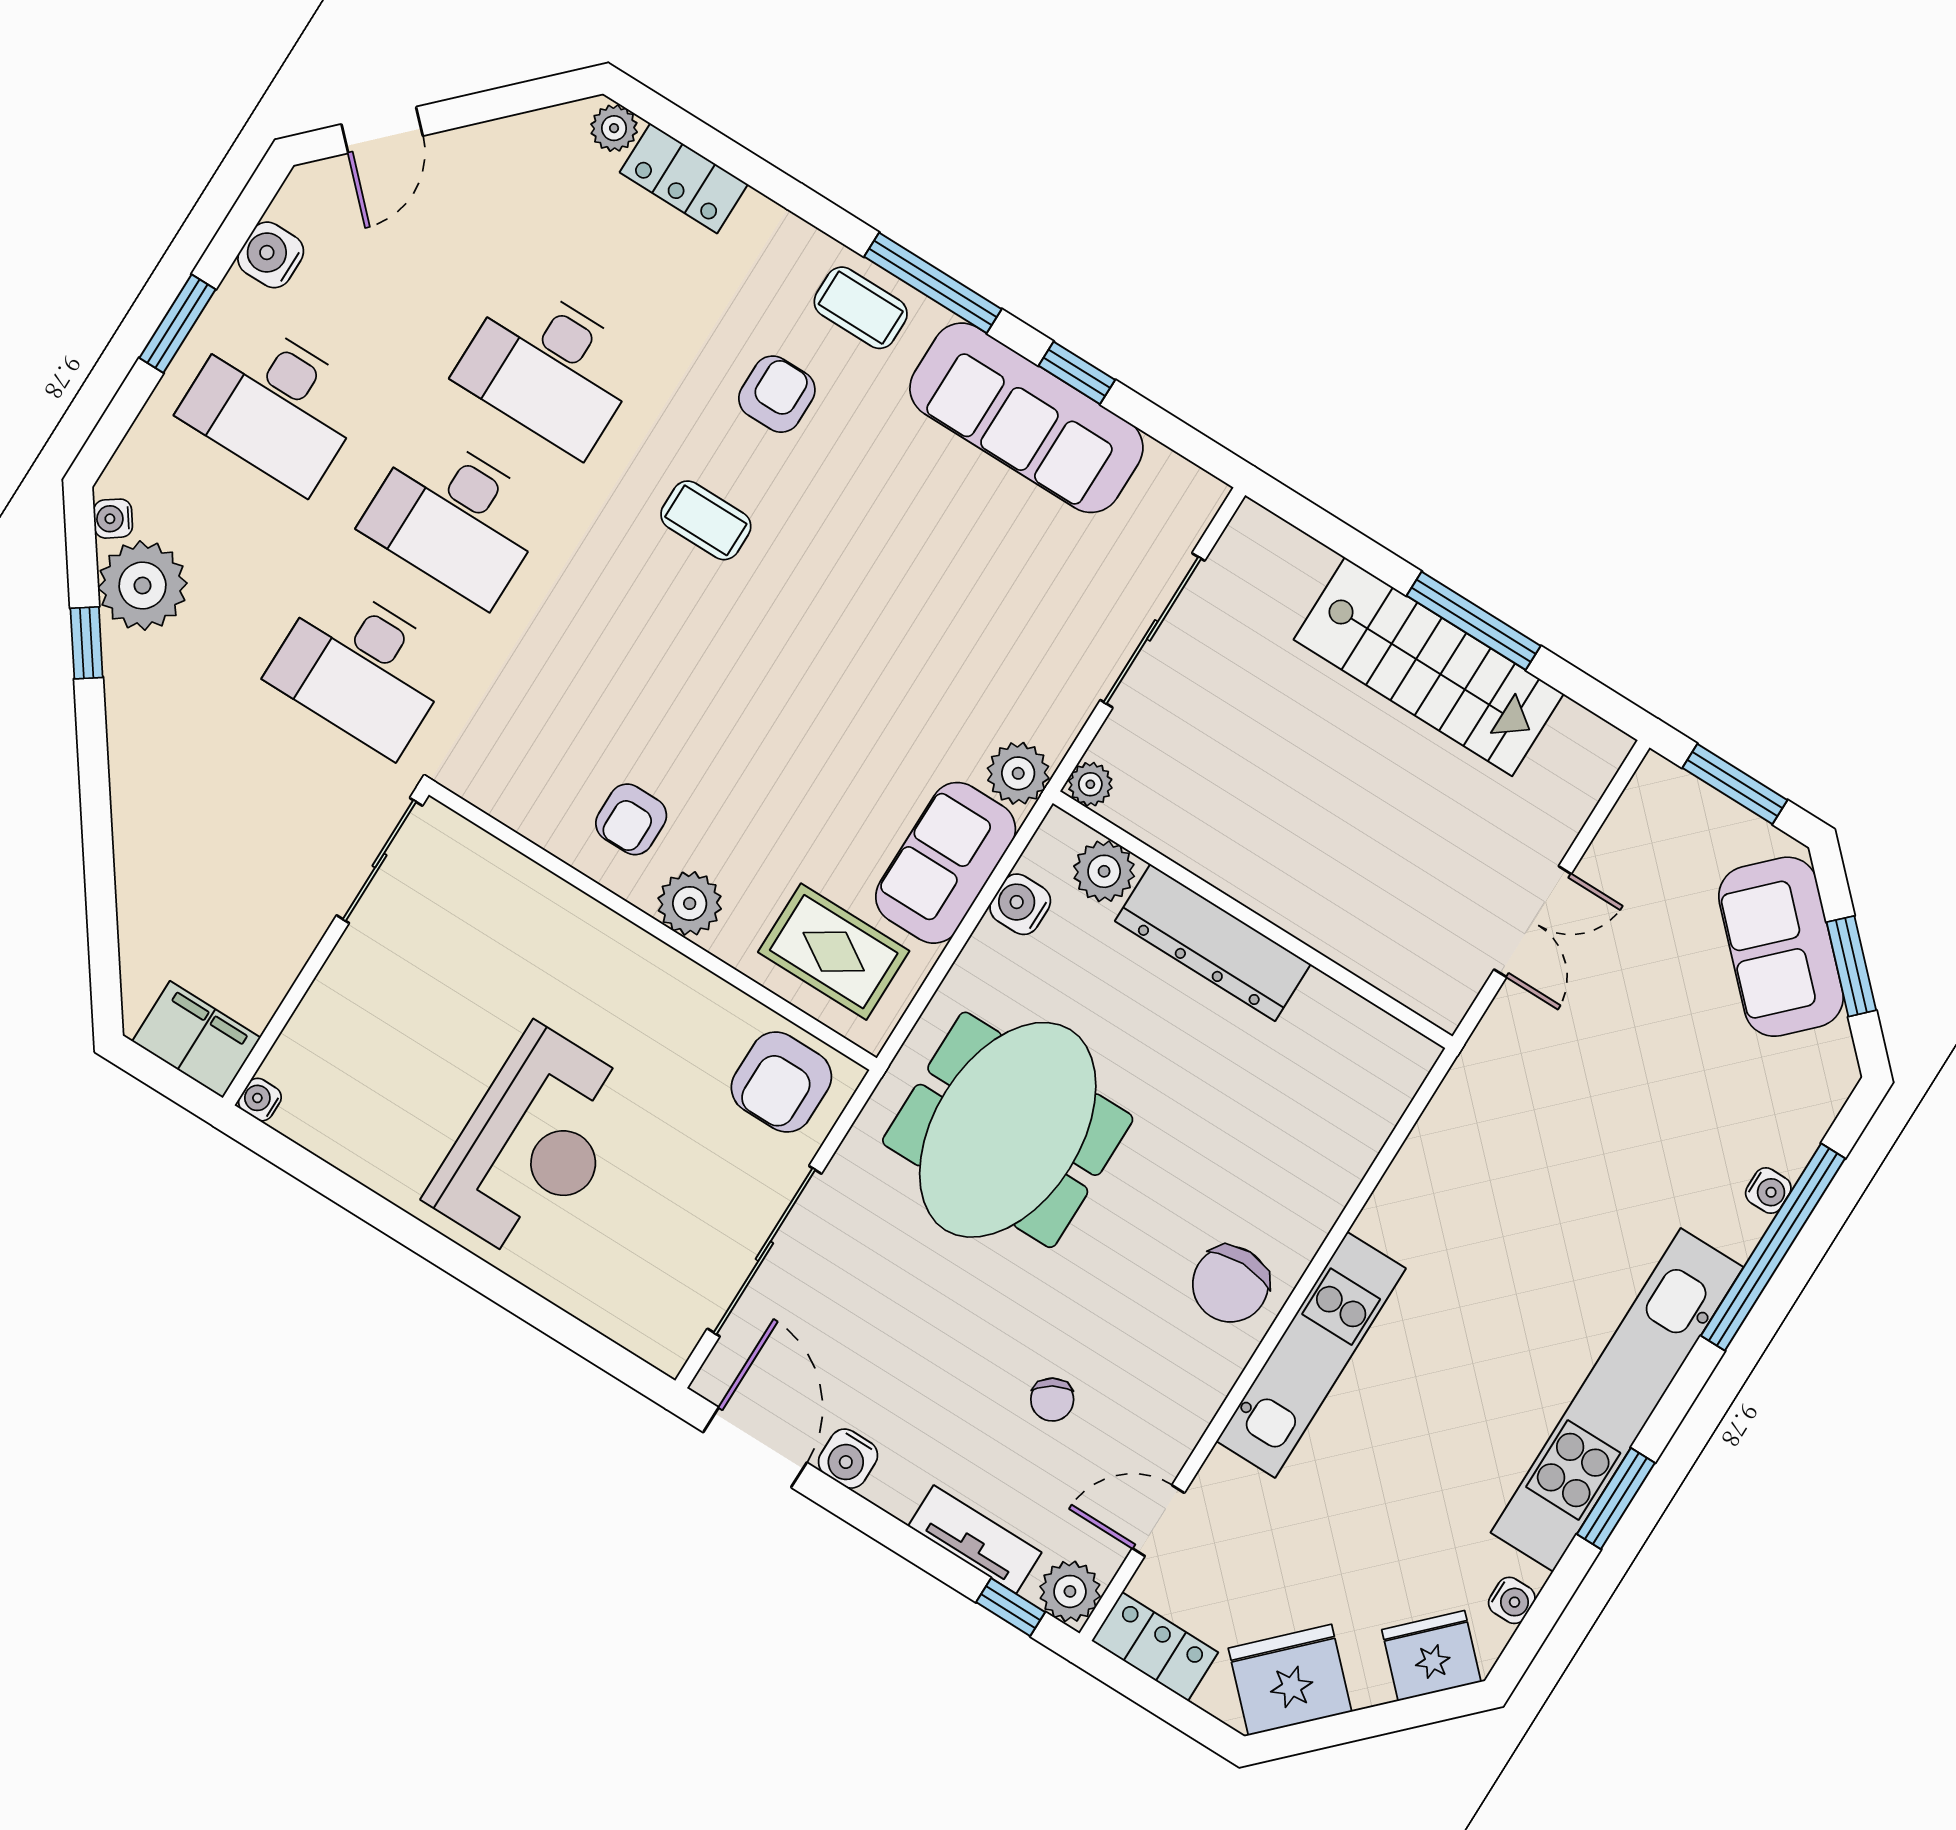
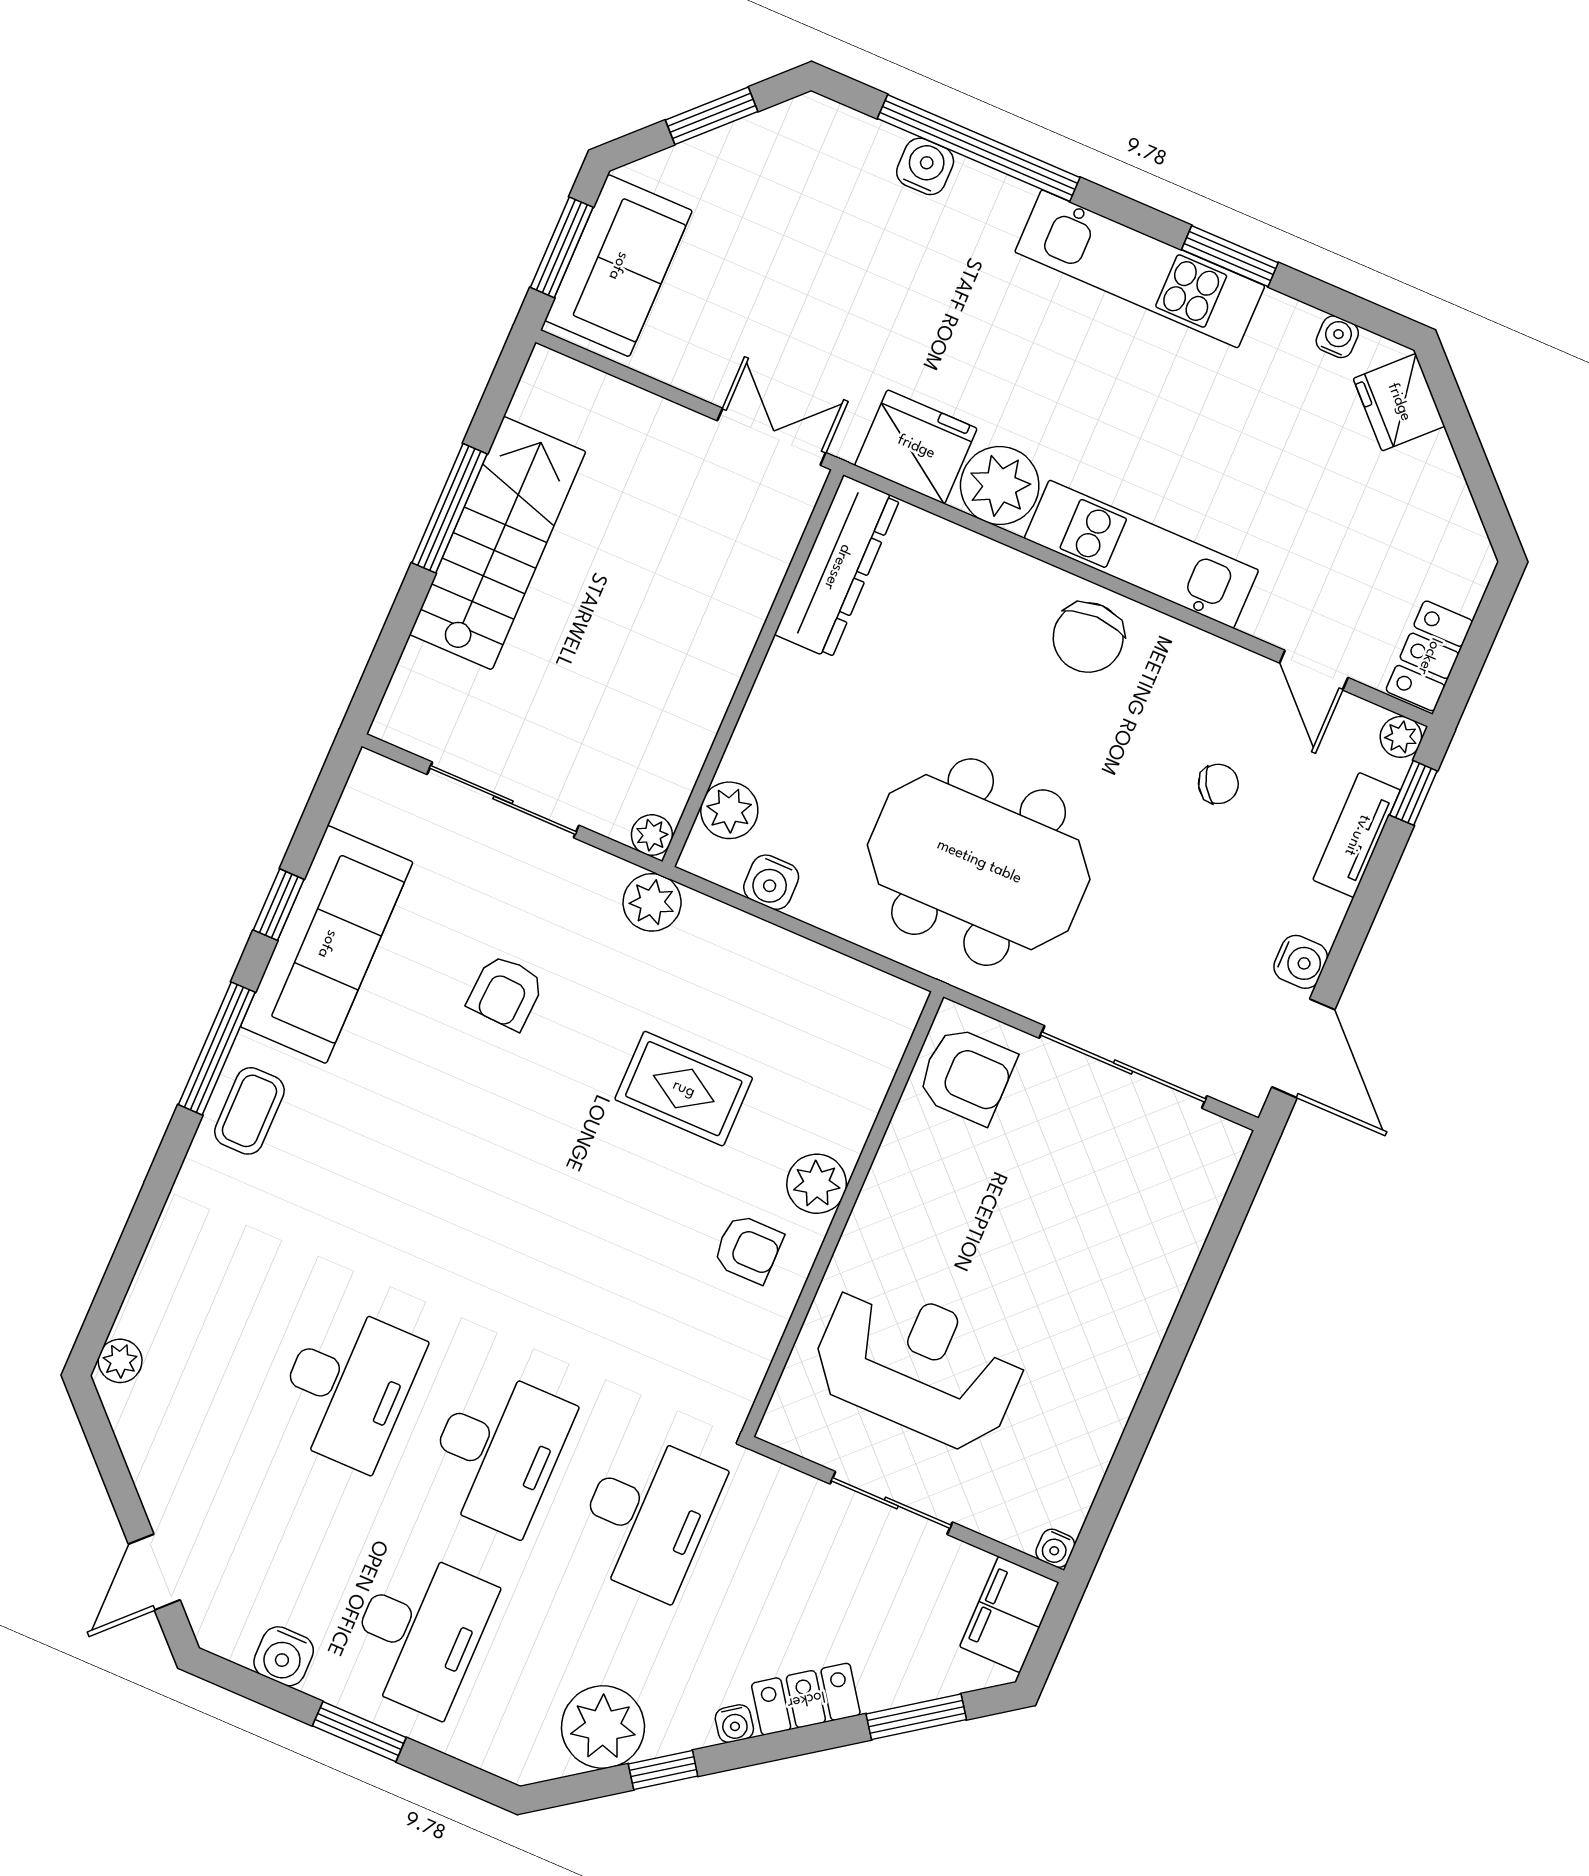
door: (382, 130) -> (154, 1572), swing flipped
locker: (684, 178) -> (806, 1699), moved, turned -125
armchair: (777, 394) -> (506, 992), moved, turned -87
water cooler: (113, 519) -> (734, 1724), moved
coffee table: (706, 520) -> (465, 1222), removed
sliding door: (379, 861) -> (891, 1503), moved
sofa: (946, 863) -> (744, 956), removed
double door: (1533, 922) -> (771, 437), moved
window: (102, 923) -> (916, 1717), added
dresser: (1213, 943) -> (837, 567), moved
sofa: (1781, 947) -> (618, 266), moved, turned -45
rug: (834, 952) -> (684, 1089), moved, turned 90
reception desk: (534, 1145) -> (918, 1365), moved
water cooler: (1768, 1191) -> (925, 166), width x1.38, depth x1.38
plant: (1408, 1214) -> (1000, 486), added
chair: (1230, 1284) -> (1088, 638), turned 90
kitchen unit: (1617, 1400) -> (1140, 269), width x0.73
door: (755, 1447) -> (1303, 1048), swing flipped
plant: (1070, 1591) -> (1401, 737), width x0.73, depth x0.73
fridge: (1290, 1680) -> (916, 447), moved, turned 135

